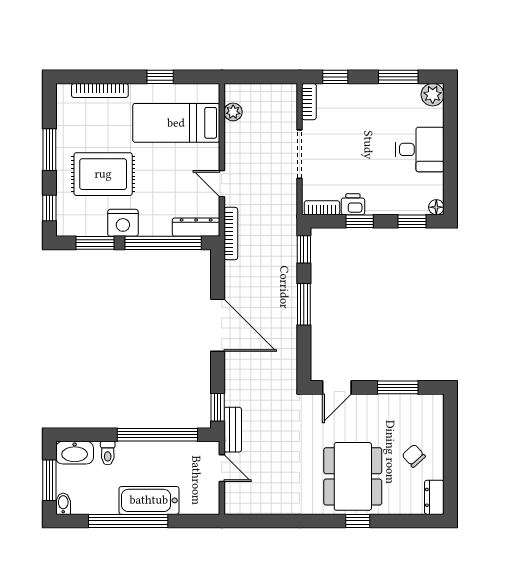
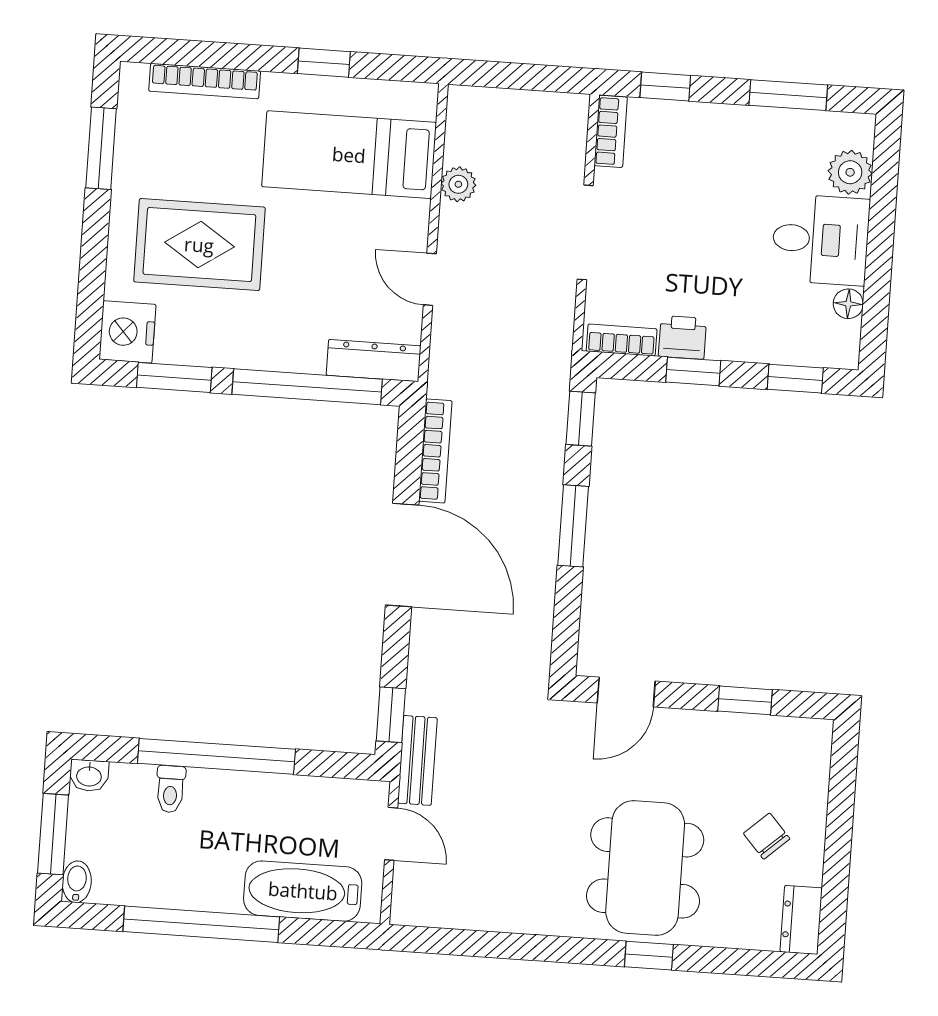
plant: (433, 95) -> (850, 172), moved
plant: (233, 112) -> (458, 184), moved
window: (49, 150) -> (101, 148), moved
floor lamp: (436, 207) -> (848, 304), moved
window: (49, 208) -> (90, 303), removed
nightstand: (123, 223) -> (127, 332), moved, turned 90
bookcase: (231, 234) -> (435, 451), moved
window: (398, 387) -> (745, 700), width x0.67
window: (157, 435) -> (216, 756), moved
washbasin: (75, 453) -> (89, 776), width x0.52, depth x0.69
bathtub: (149, 500) -> (303, 891), moved

